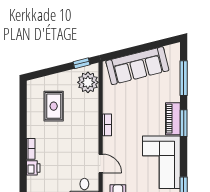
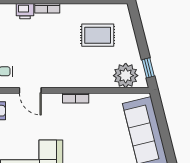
door: (101, 163) -> (30, 90), hinge flipped

